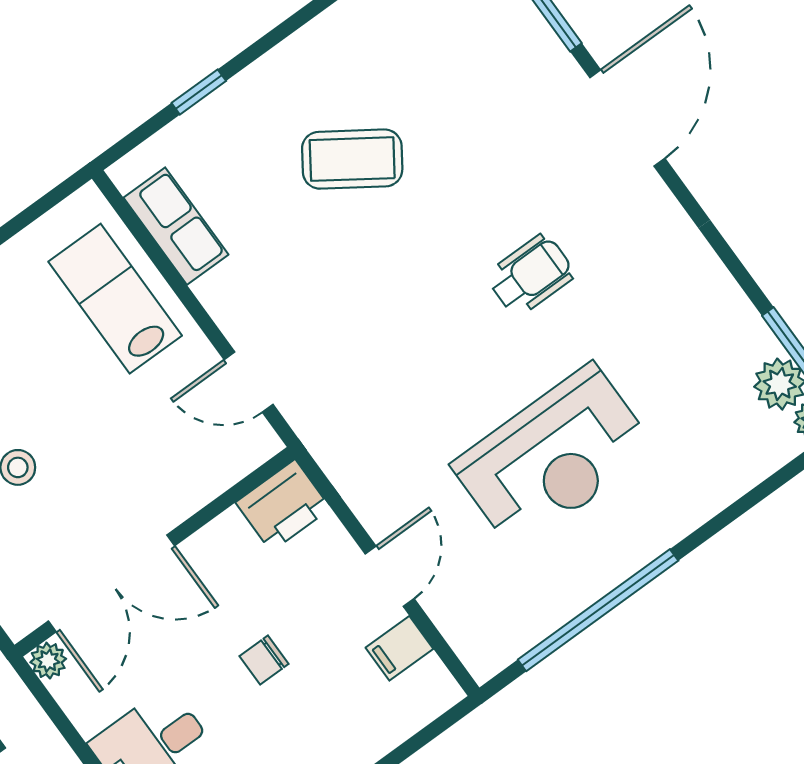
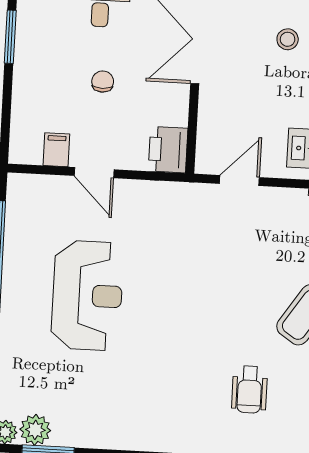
wheelchair: (531, 275) -> (249, 390), moved
reception desk: (554, 457) -> (87, 295), turned 180

